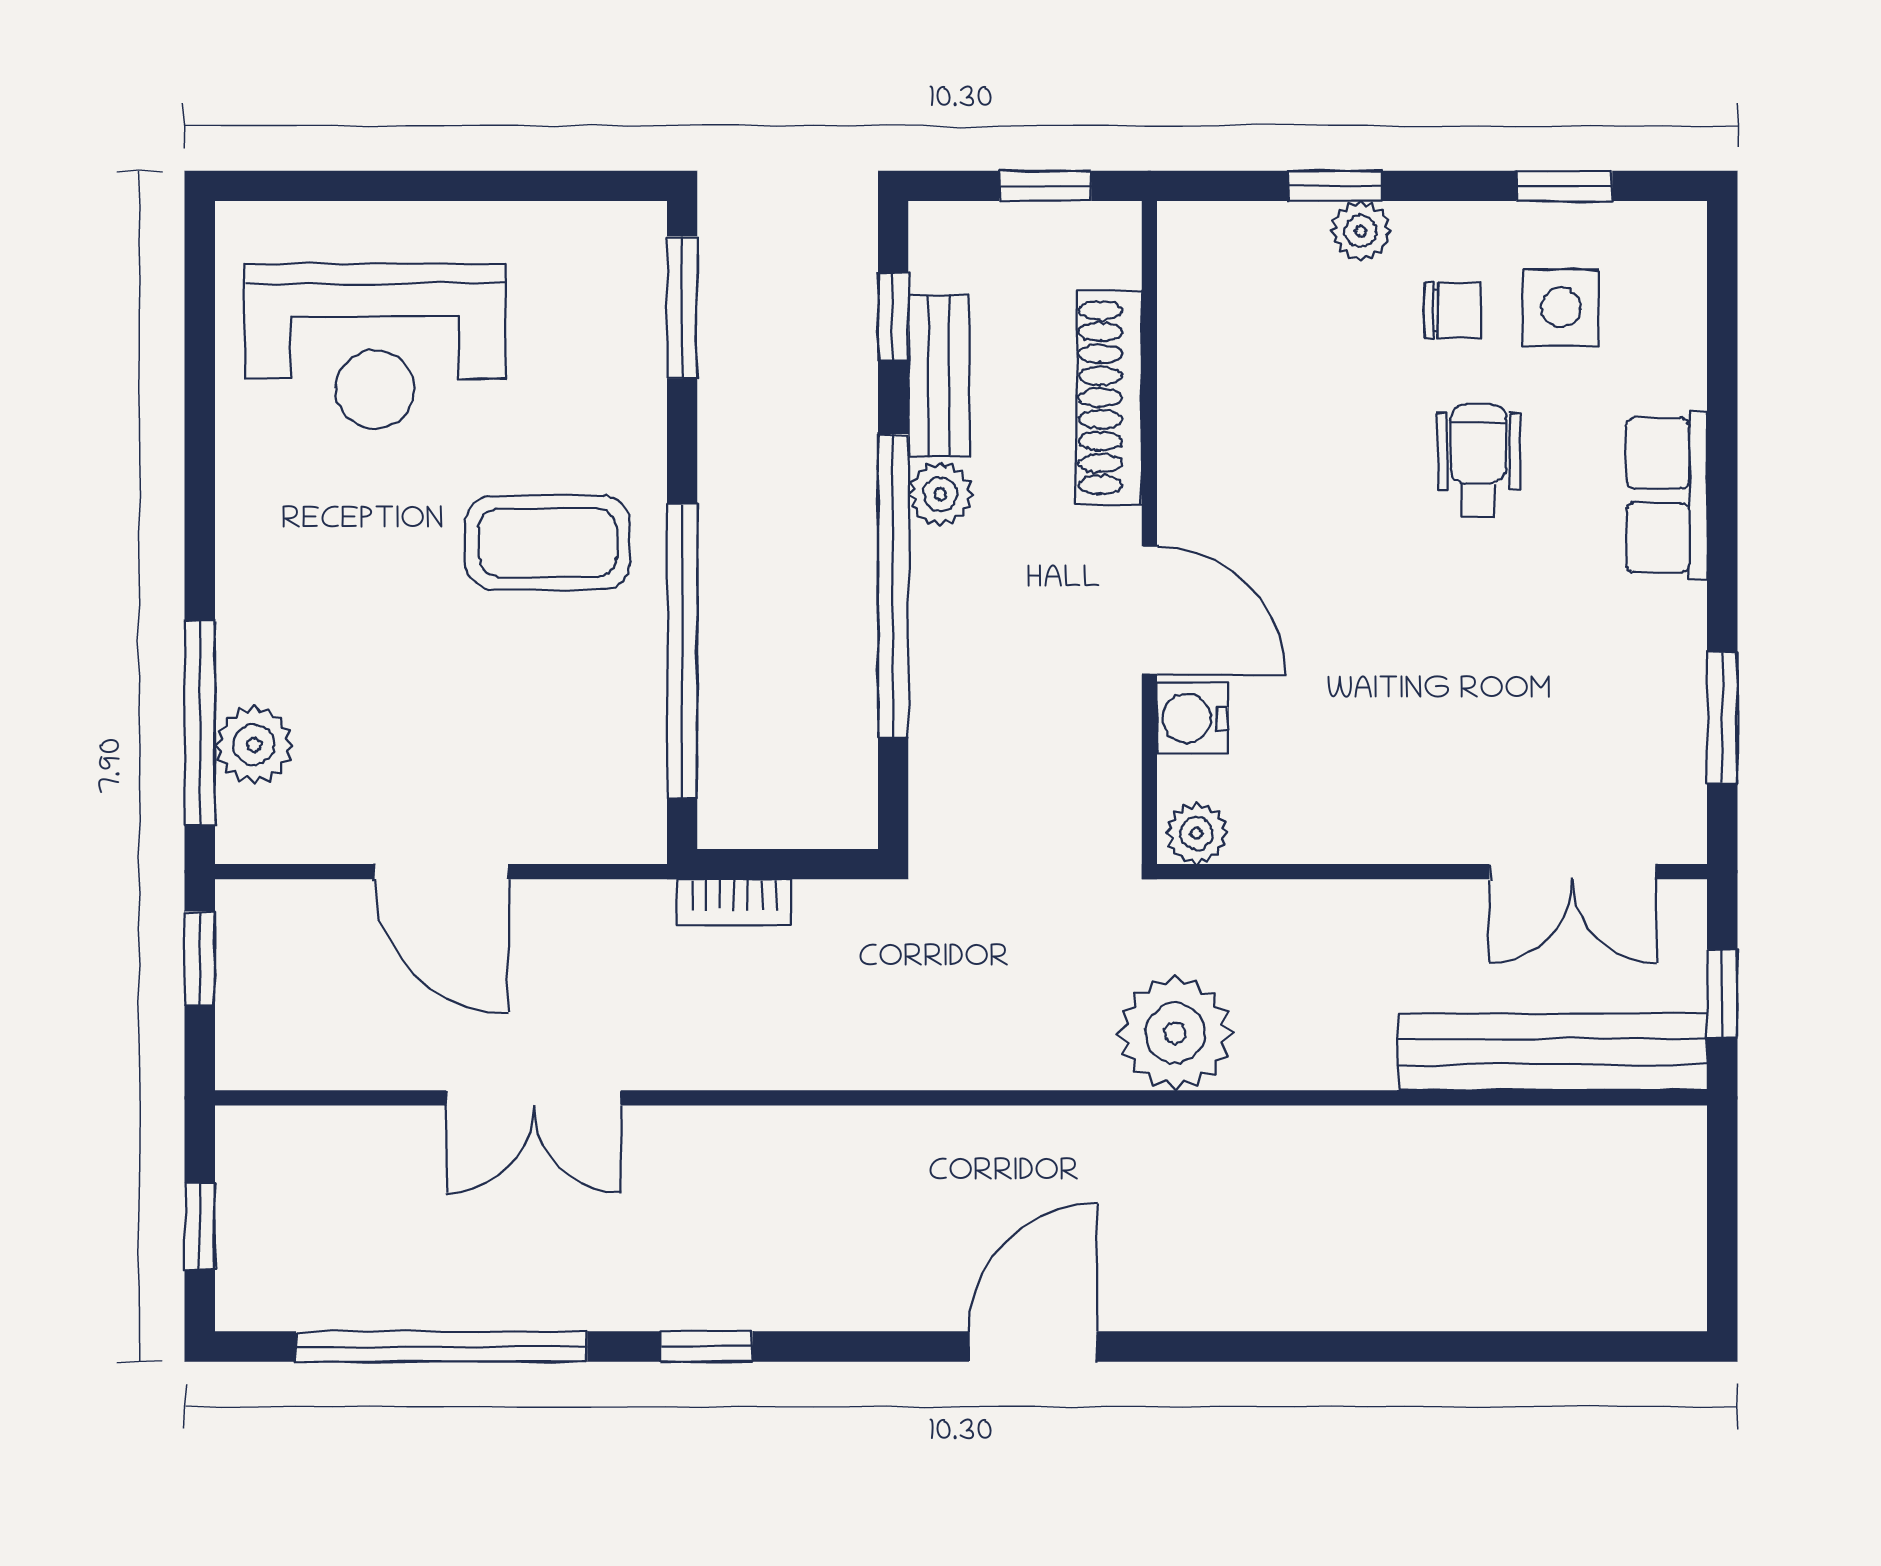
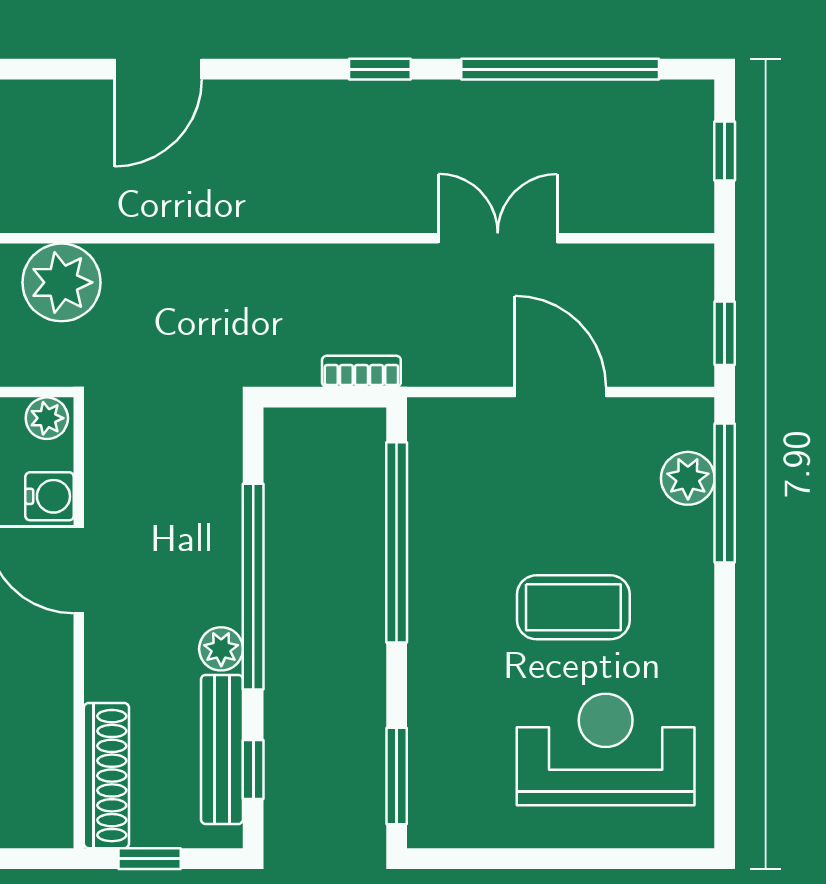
bench: (939, 375) -> (222, 749), width x1.36
shoe rack: (1109, 397) -> (106, 776), moved
coffee table: (548, 543) -> (573, 607), moved

